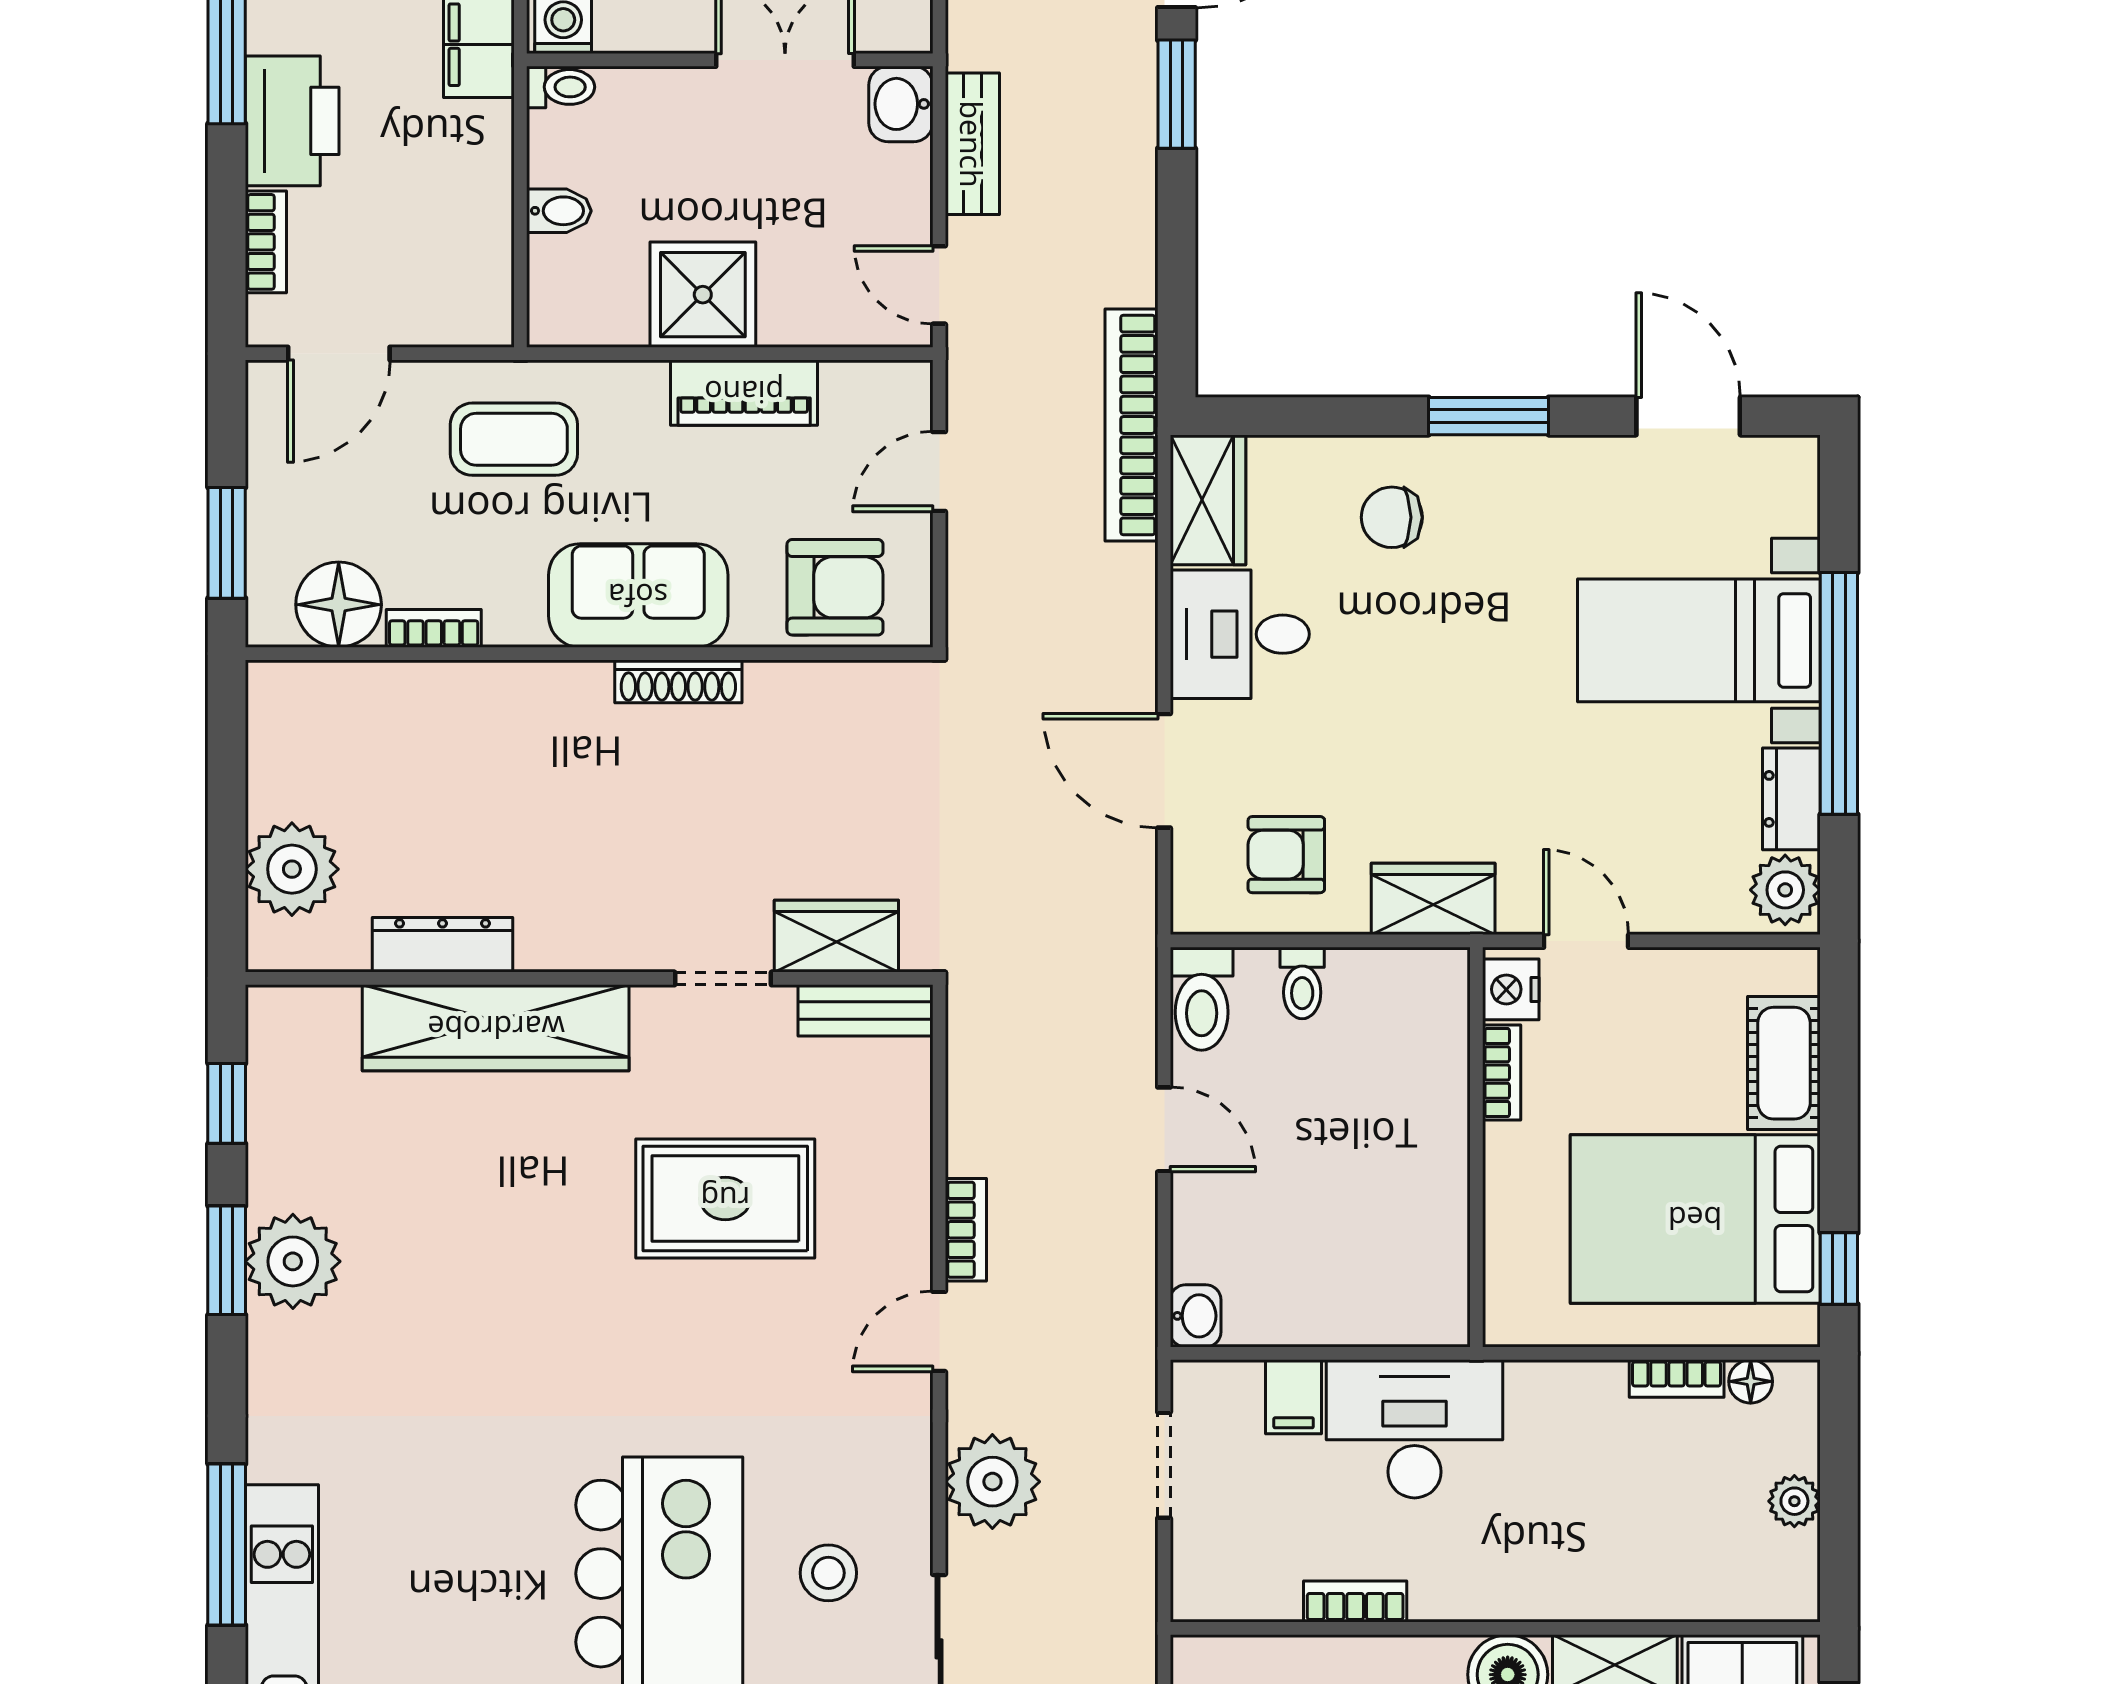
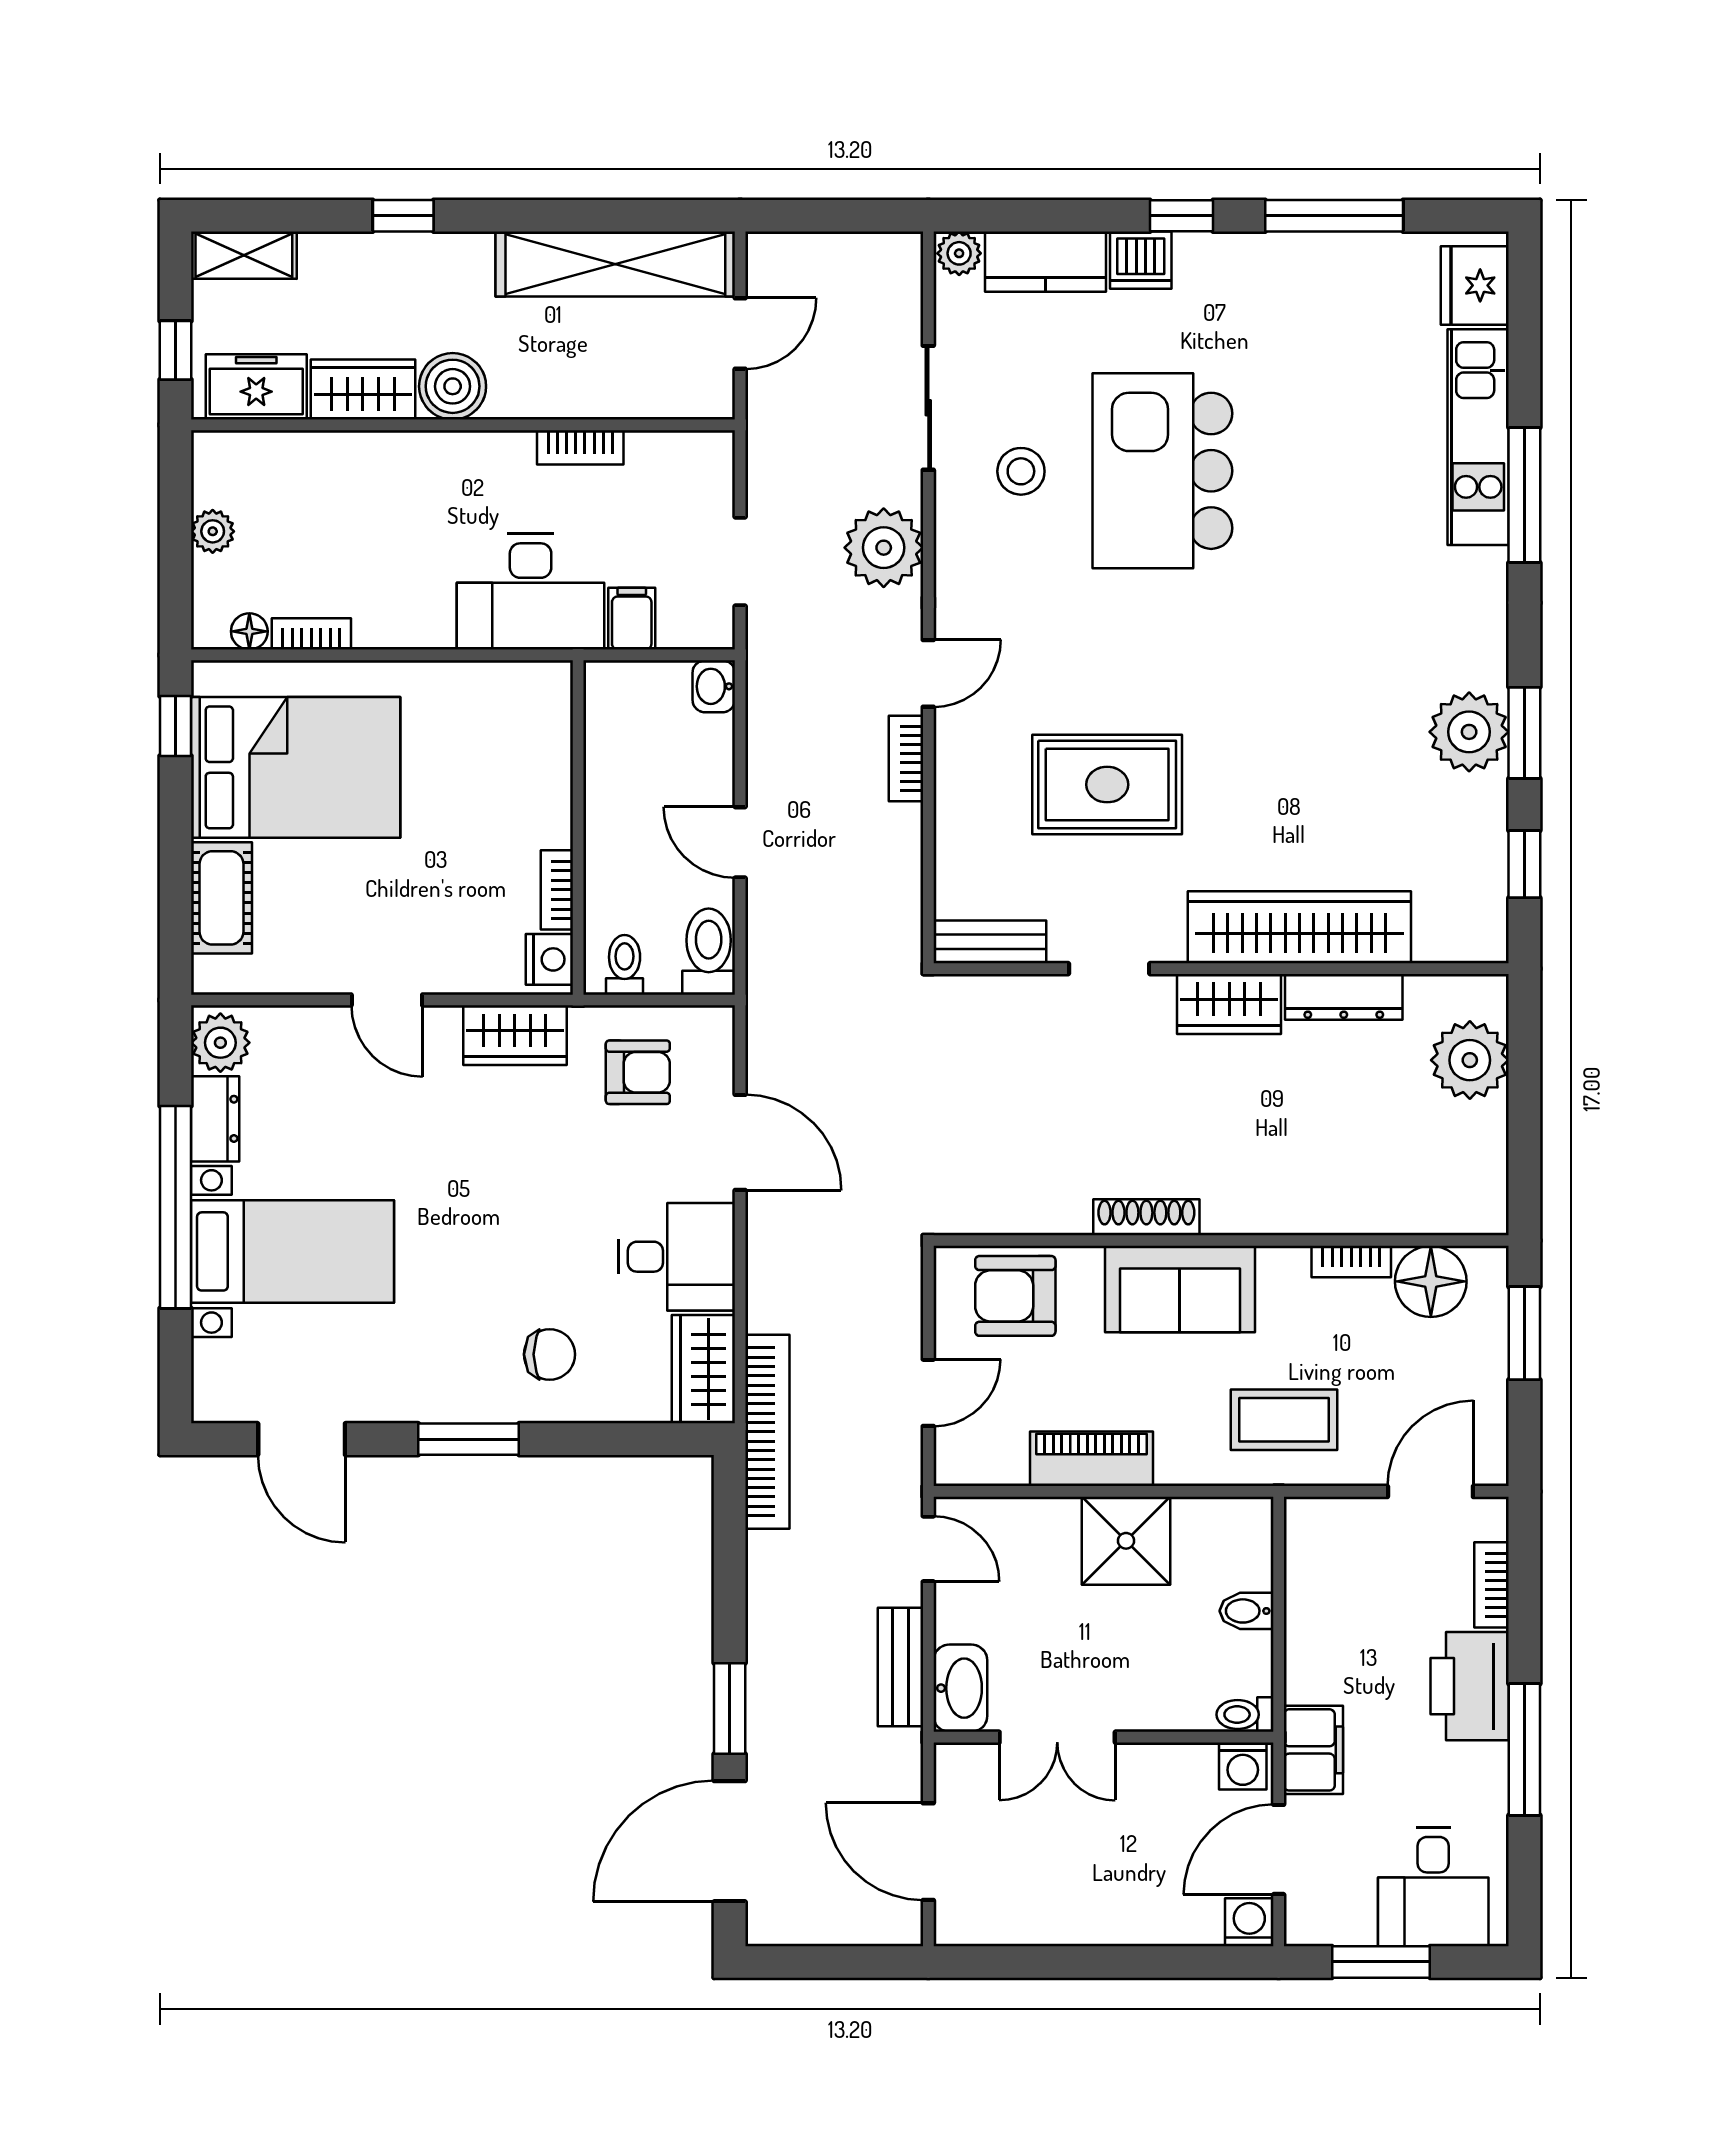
washbasin: (901, 104) -> (960, 1688), width x1.38
wardrobe: (836, 936) -> (1229, 1004), moved
nightstand: (1511, 989) -> (549, 959), moved
bookcase: (1502, 1073) -> (557, 890), moved
wall: (1476, 1147) -> (578, 827), moved

